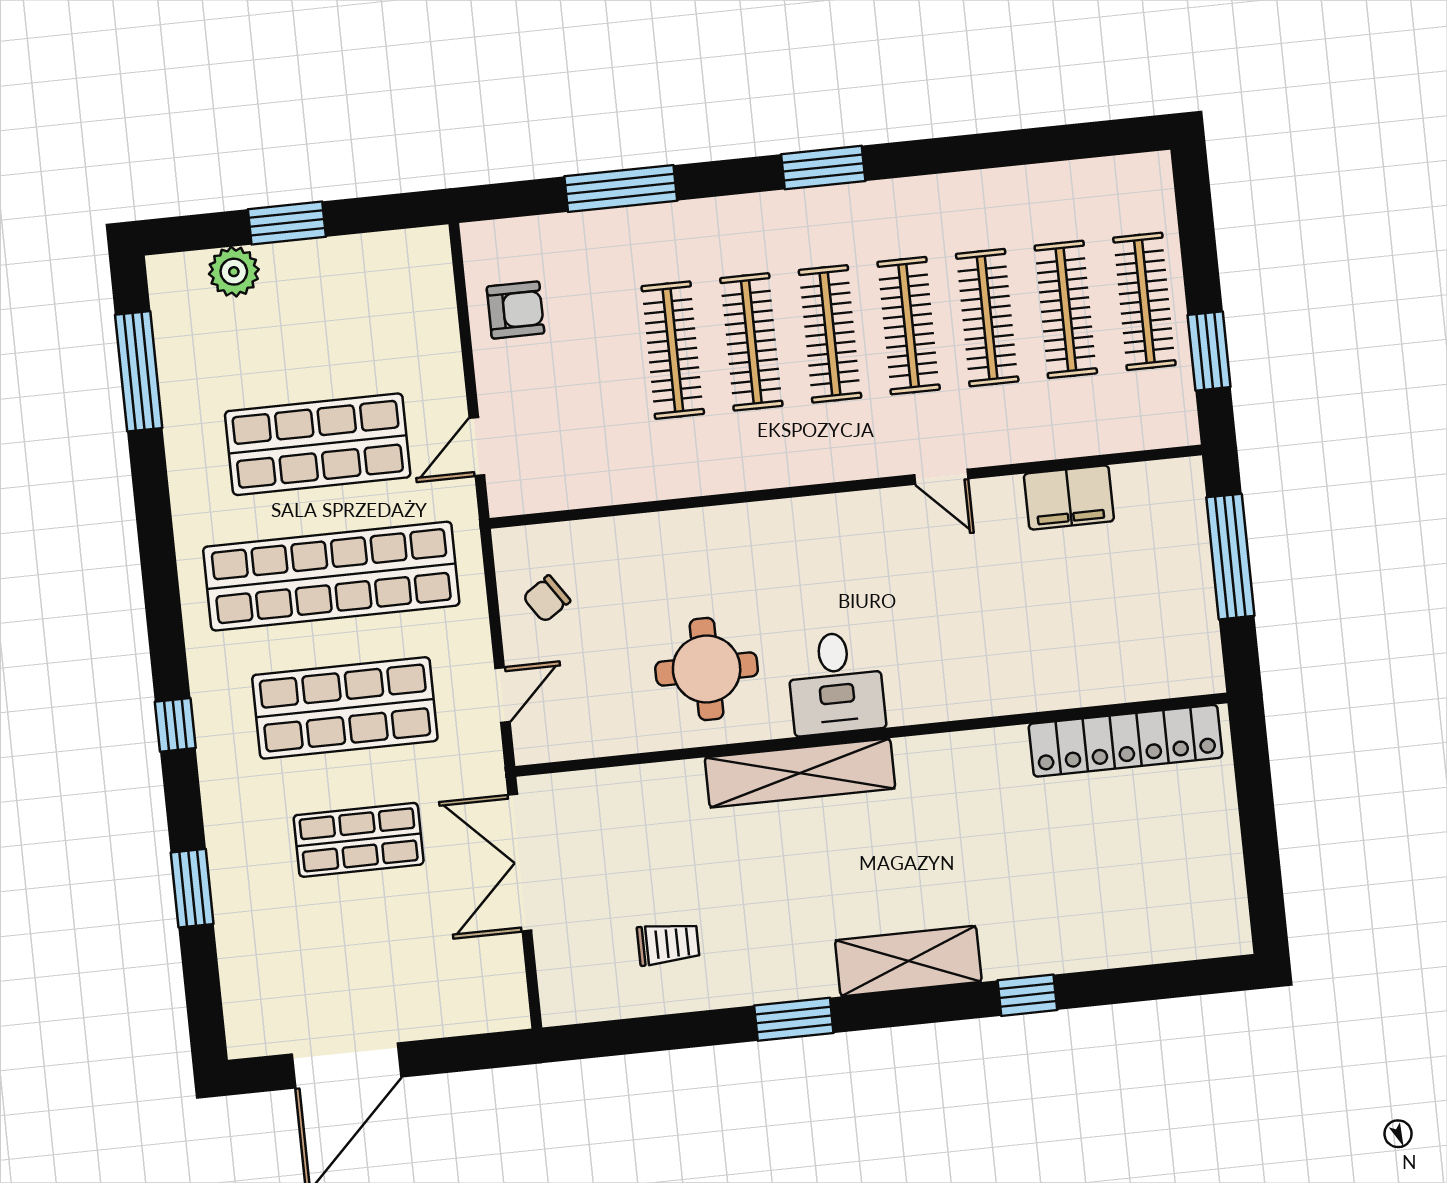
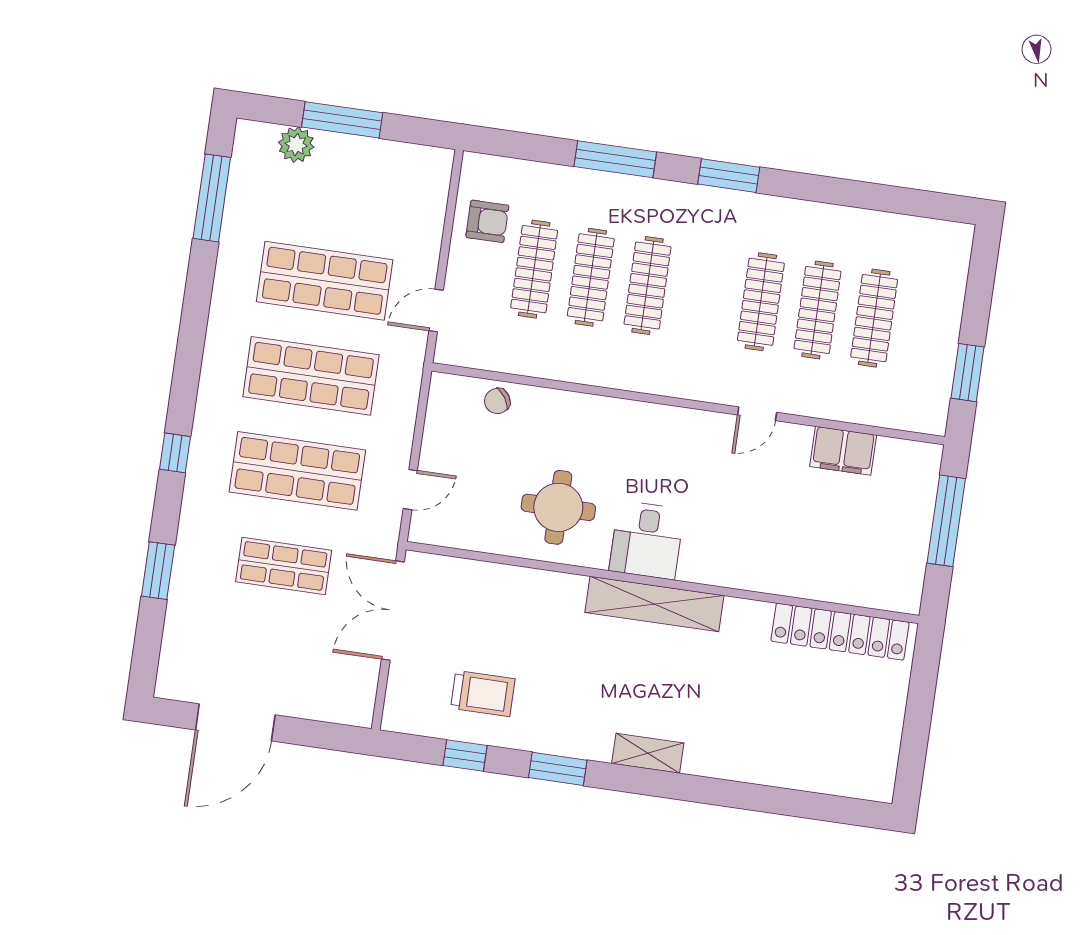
window: (621, 188) -> (615, 159), moved
window: (287, 223) -> (342, 120), width x1.44
clothes rail: (1144, 301) -> (931, 326), removed
clothes rail: (830, 334) -> (534, 269), moved
door: (941, 477) -> (757, 414), hinge flipped
shop shelf: (331, 576) -> (311, 376), width x0.71
chair: (547, 599) -> (497, 401), moved
shelving: (800, 773) -> (654, 604), moved
trolley: (668, 944) -> (483, 694), width x1.36, depth x1.39
shelving: (908, 961) -> (648, 753), width x0.67, depth x0.75
window: (1027, 995) -> (465, 756), moved

